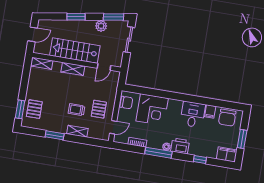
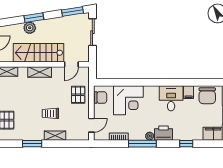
plant: (101, 26) -> (30, 28), moved
pallet: (99, 109) -> (78, 95), moved

